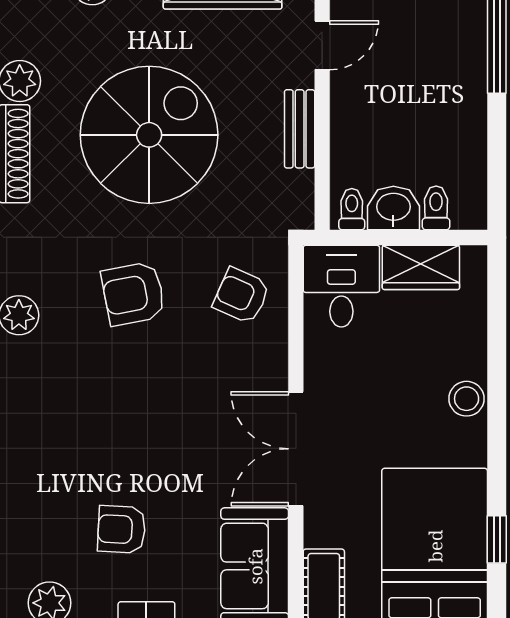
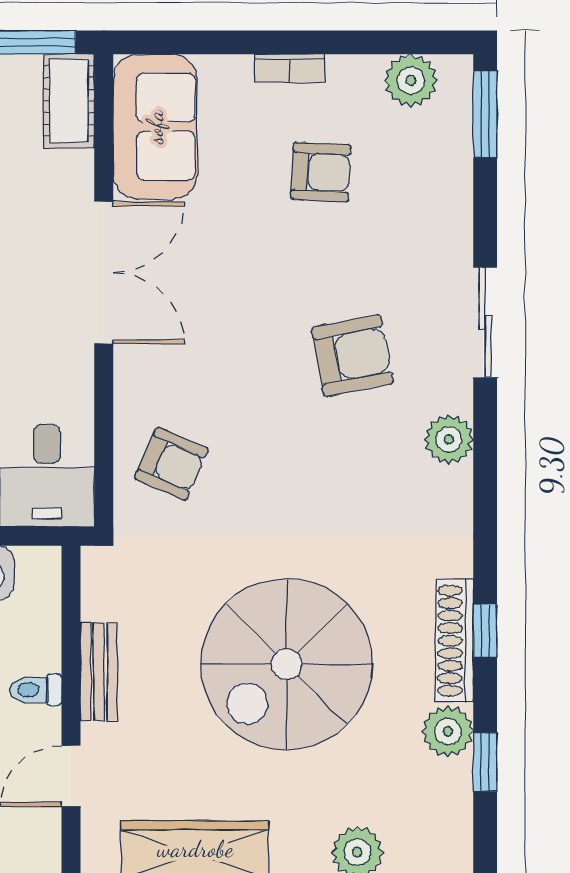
toilet: (352, 209) -> (36, 690), moved, turned 90
armchair: (133, 294) -> (352, 356), moved

